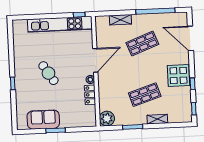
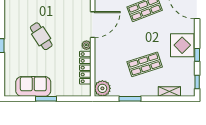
locker: (90, 95) -> (85, 68), width x1.53
shelving: (157, 119) -> (169, 92), moved

